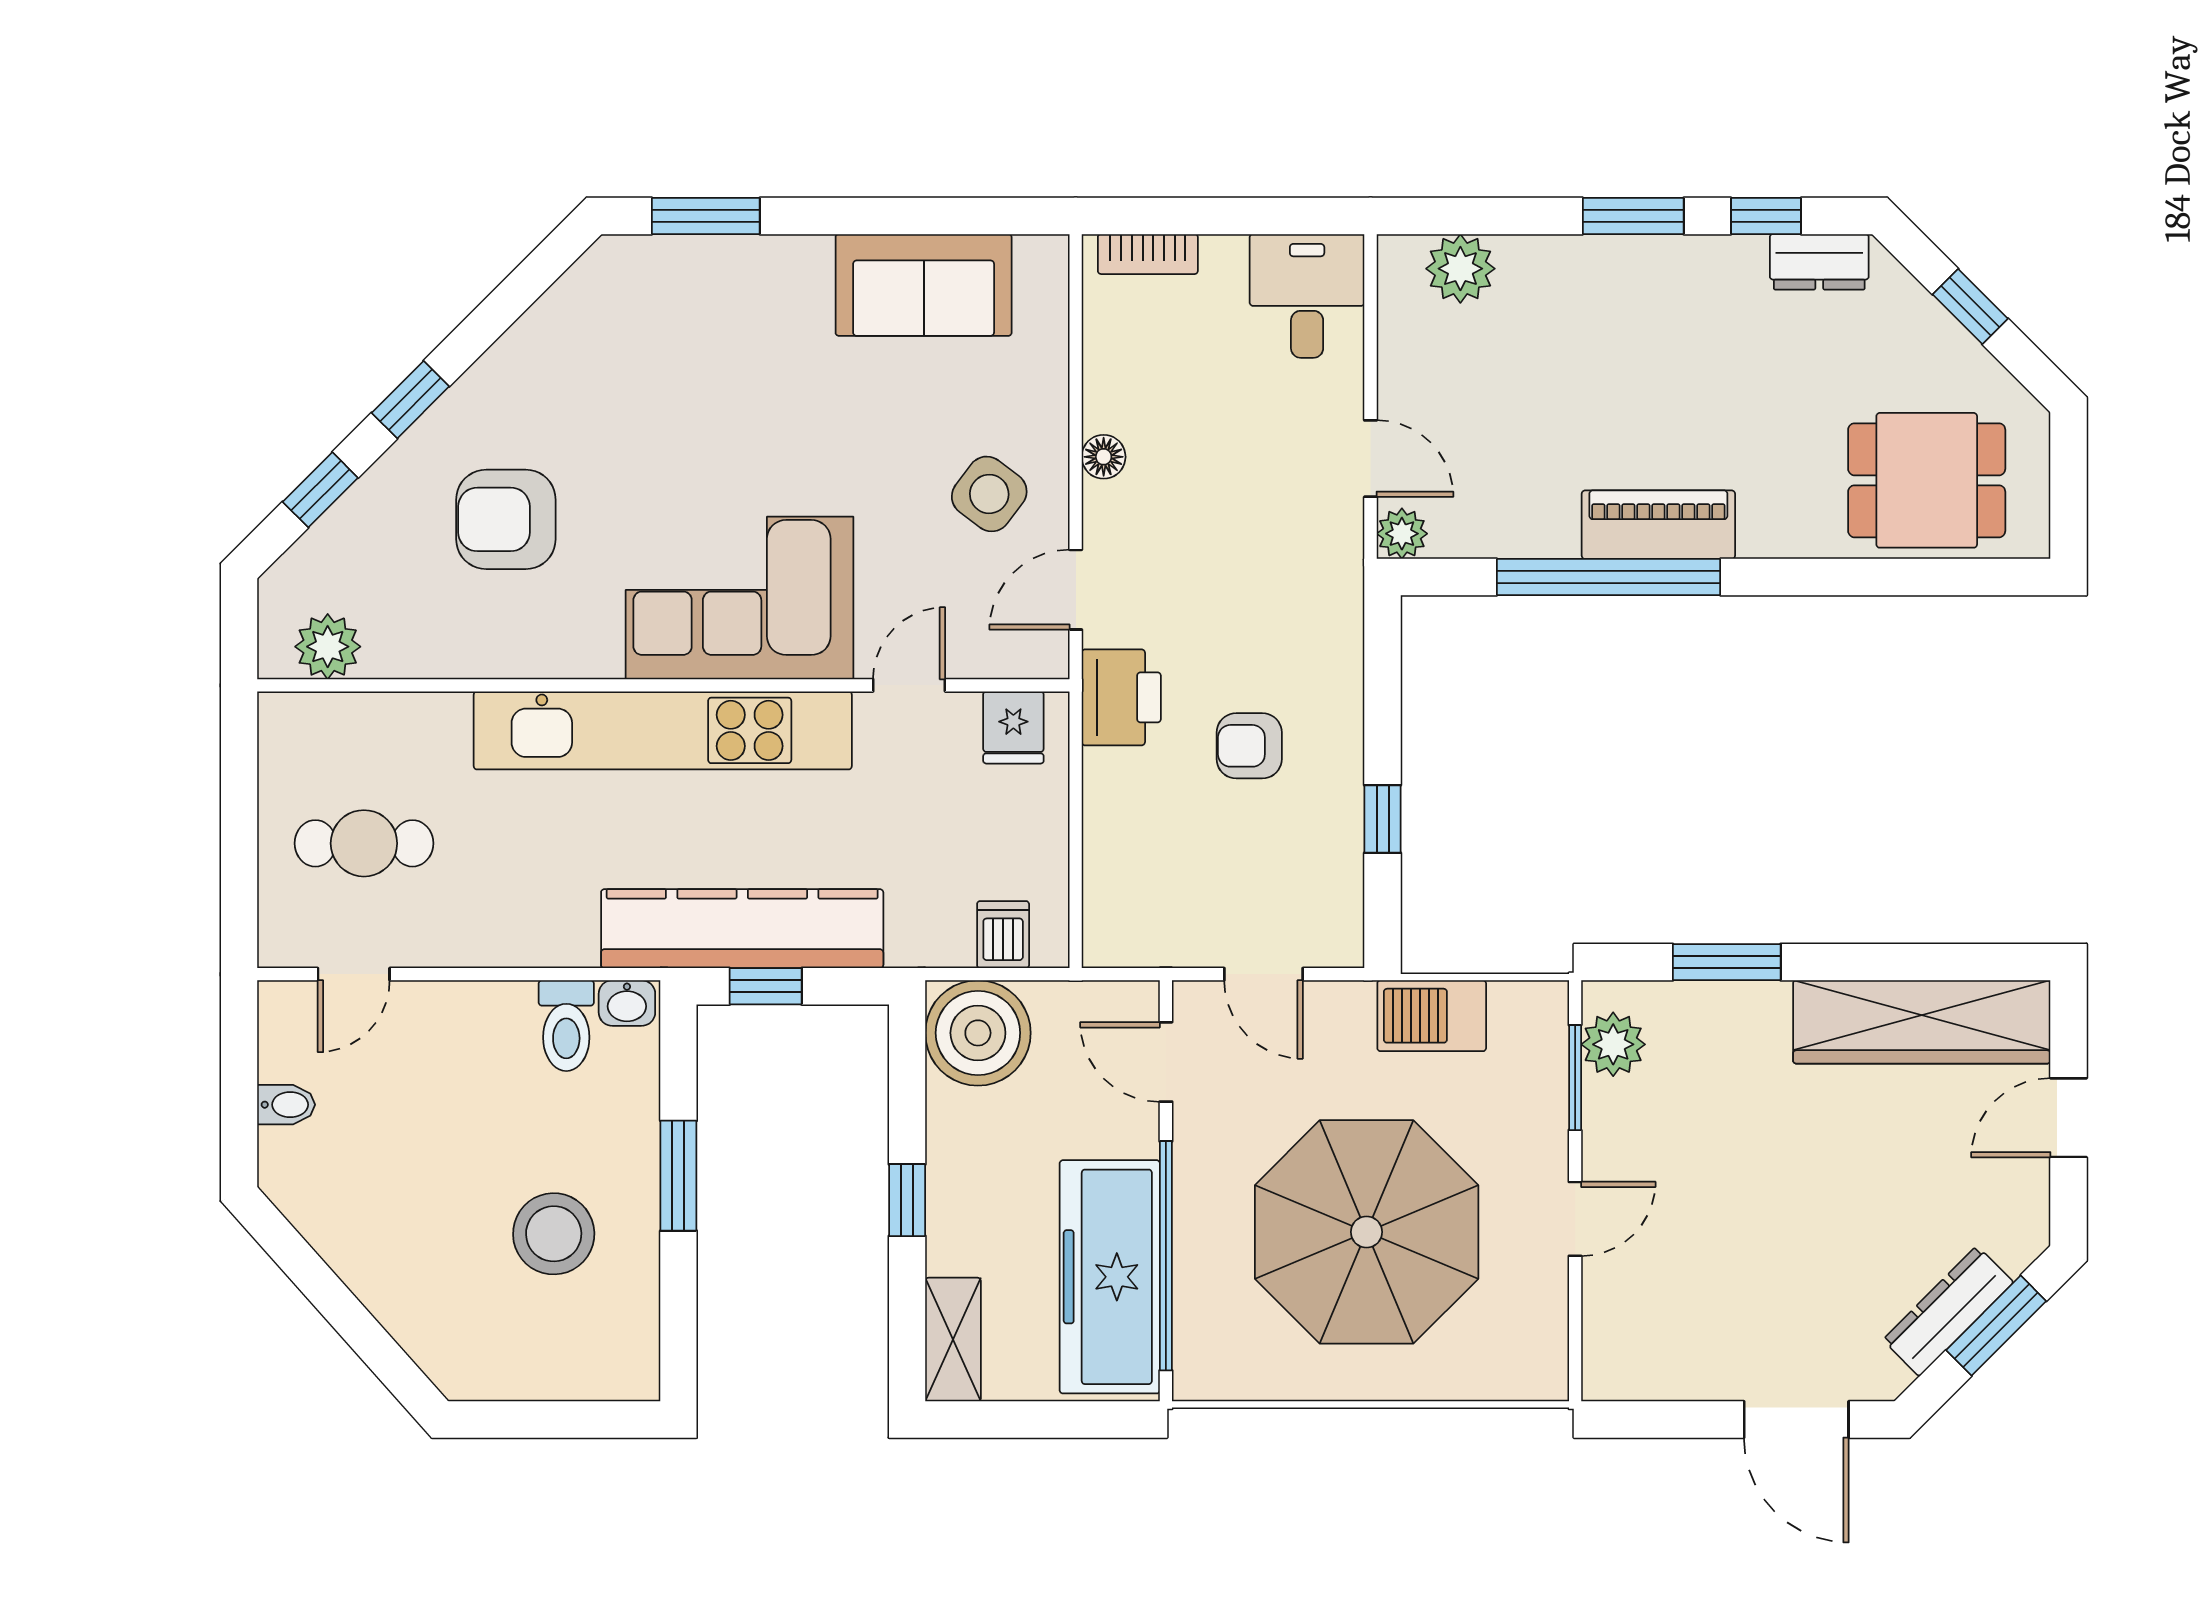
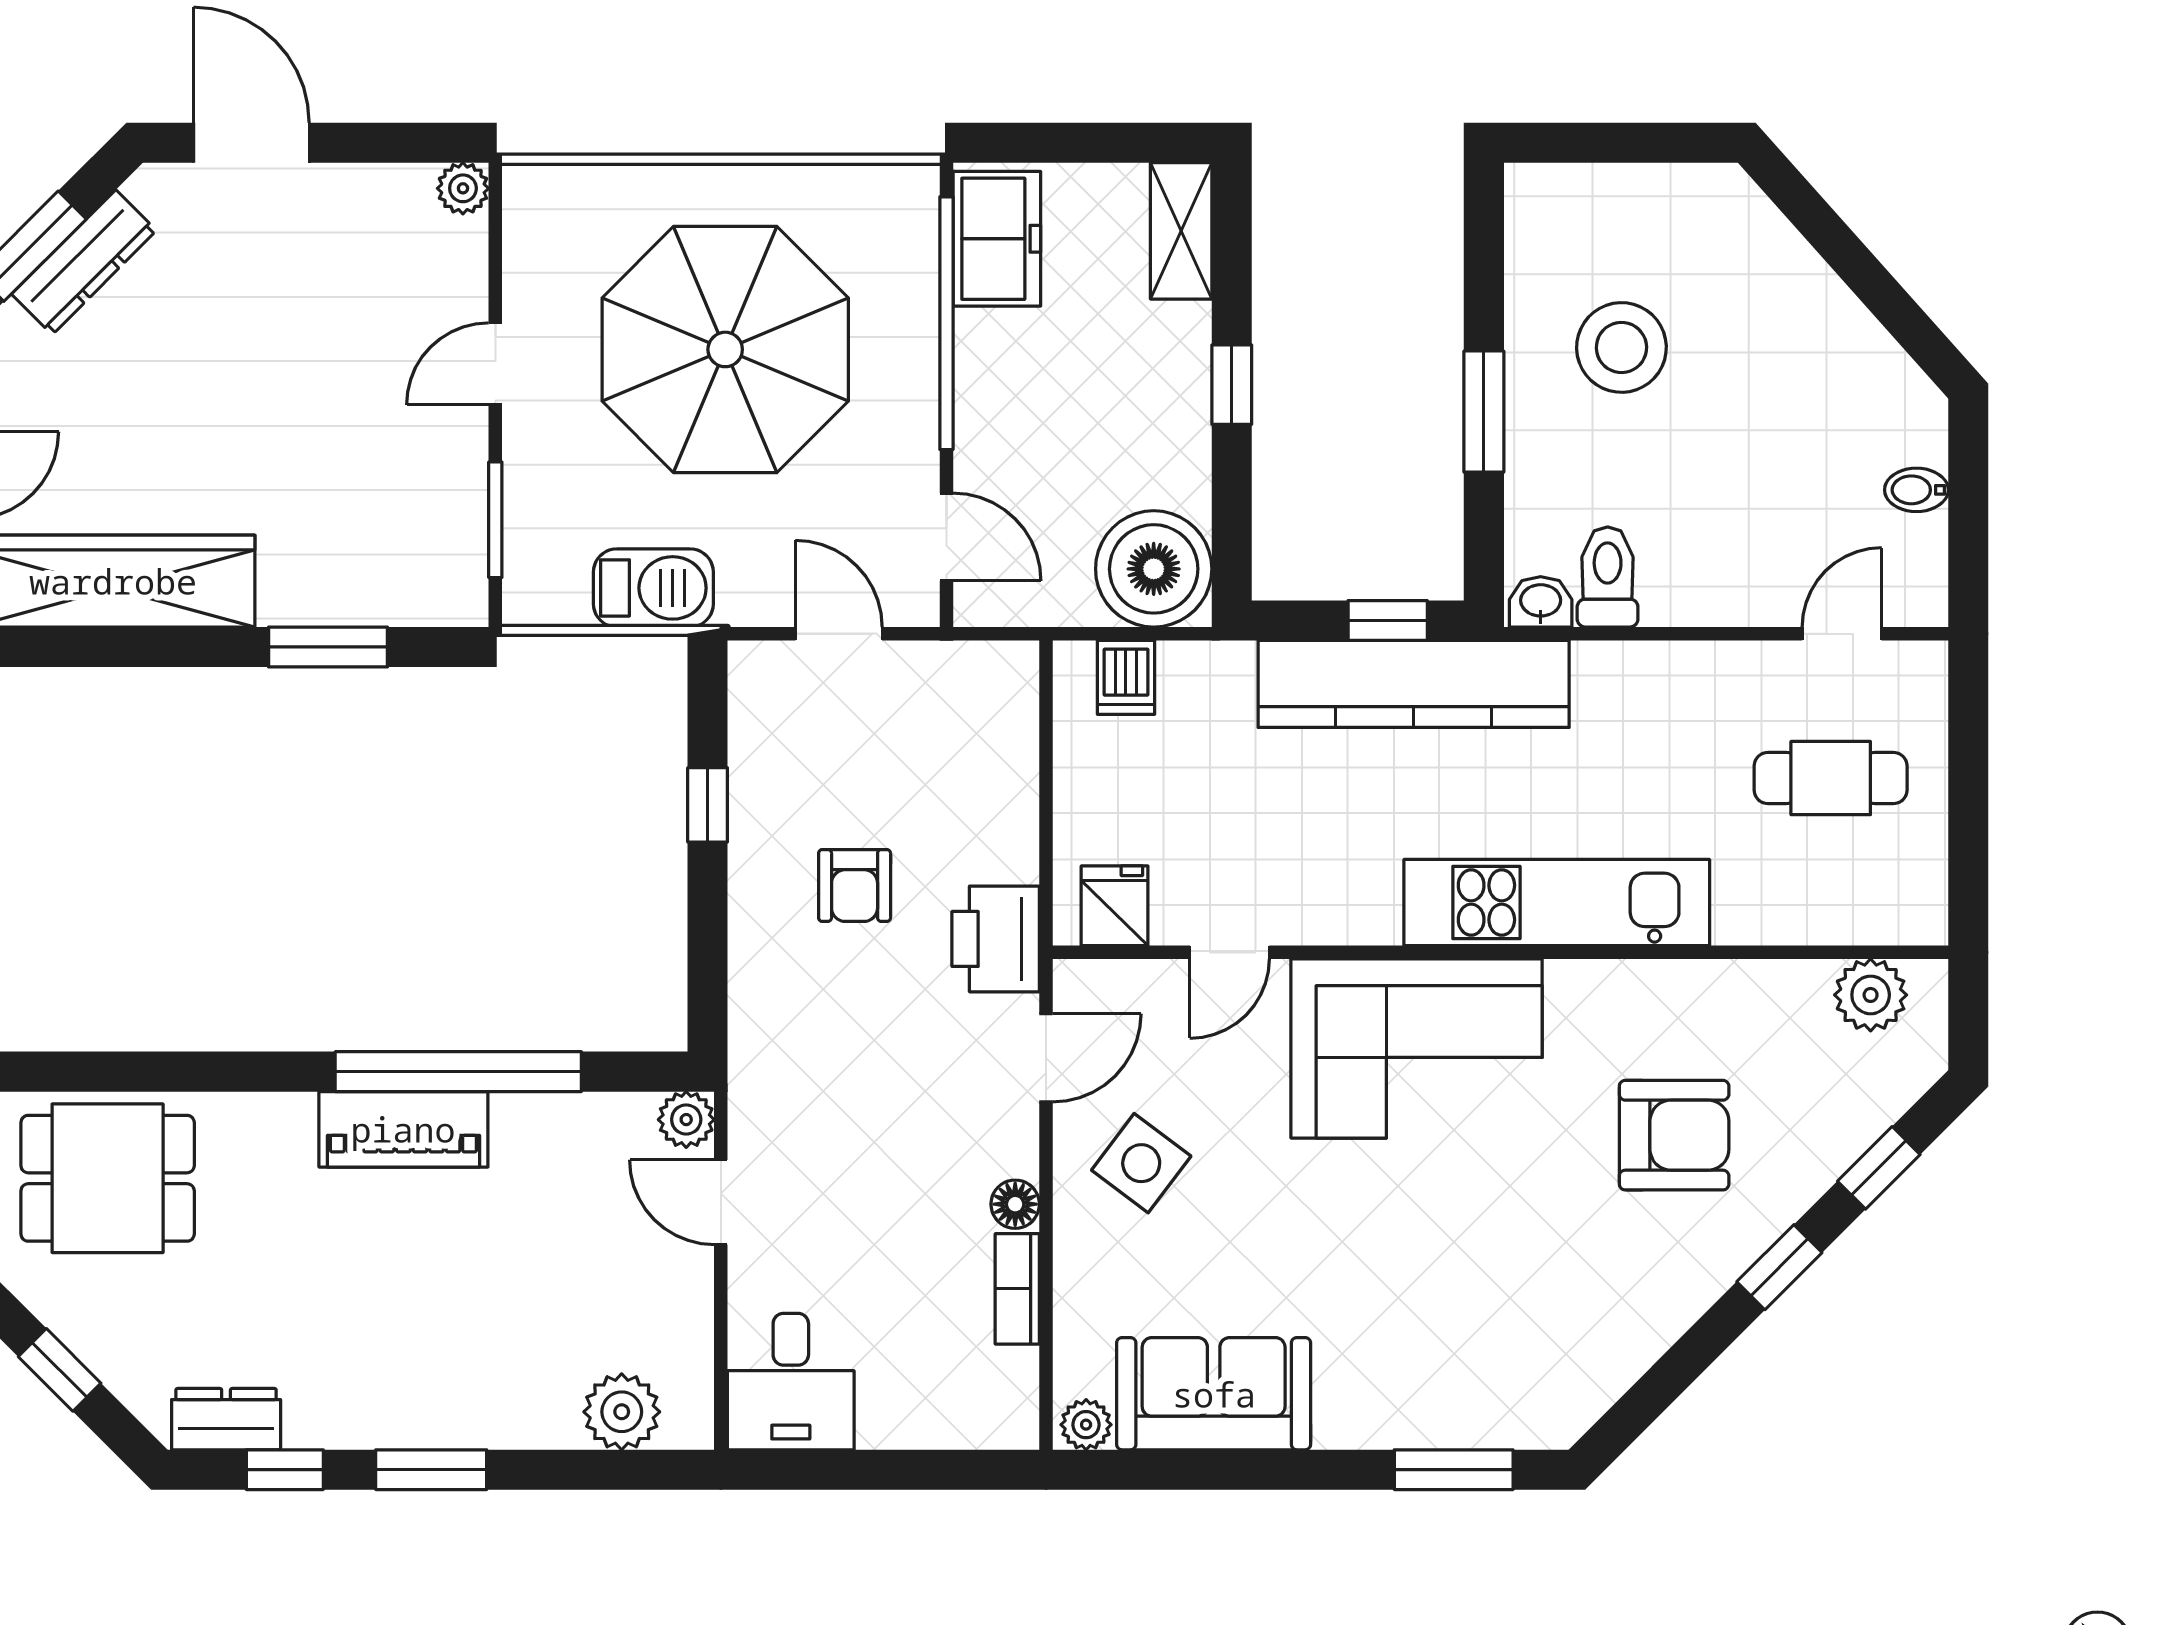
bookcase: (1148, 254) -> (1017, 1289), moved, turned -90
plant: (1039, 257) -> (1086, 1425), added
kitchen unit: (663, 730) -> (1557, 902), width x0.73
armchair: (1249, 746) -> (855, 886), turned 90
plant: (1613, 1044) -> (463, 188), moved, width x0.73, depth x0.73
freezer: (1110, 1277) -> (997, 239), width x0.52, depth x0.79

